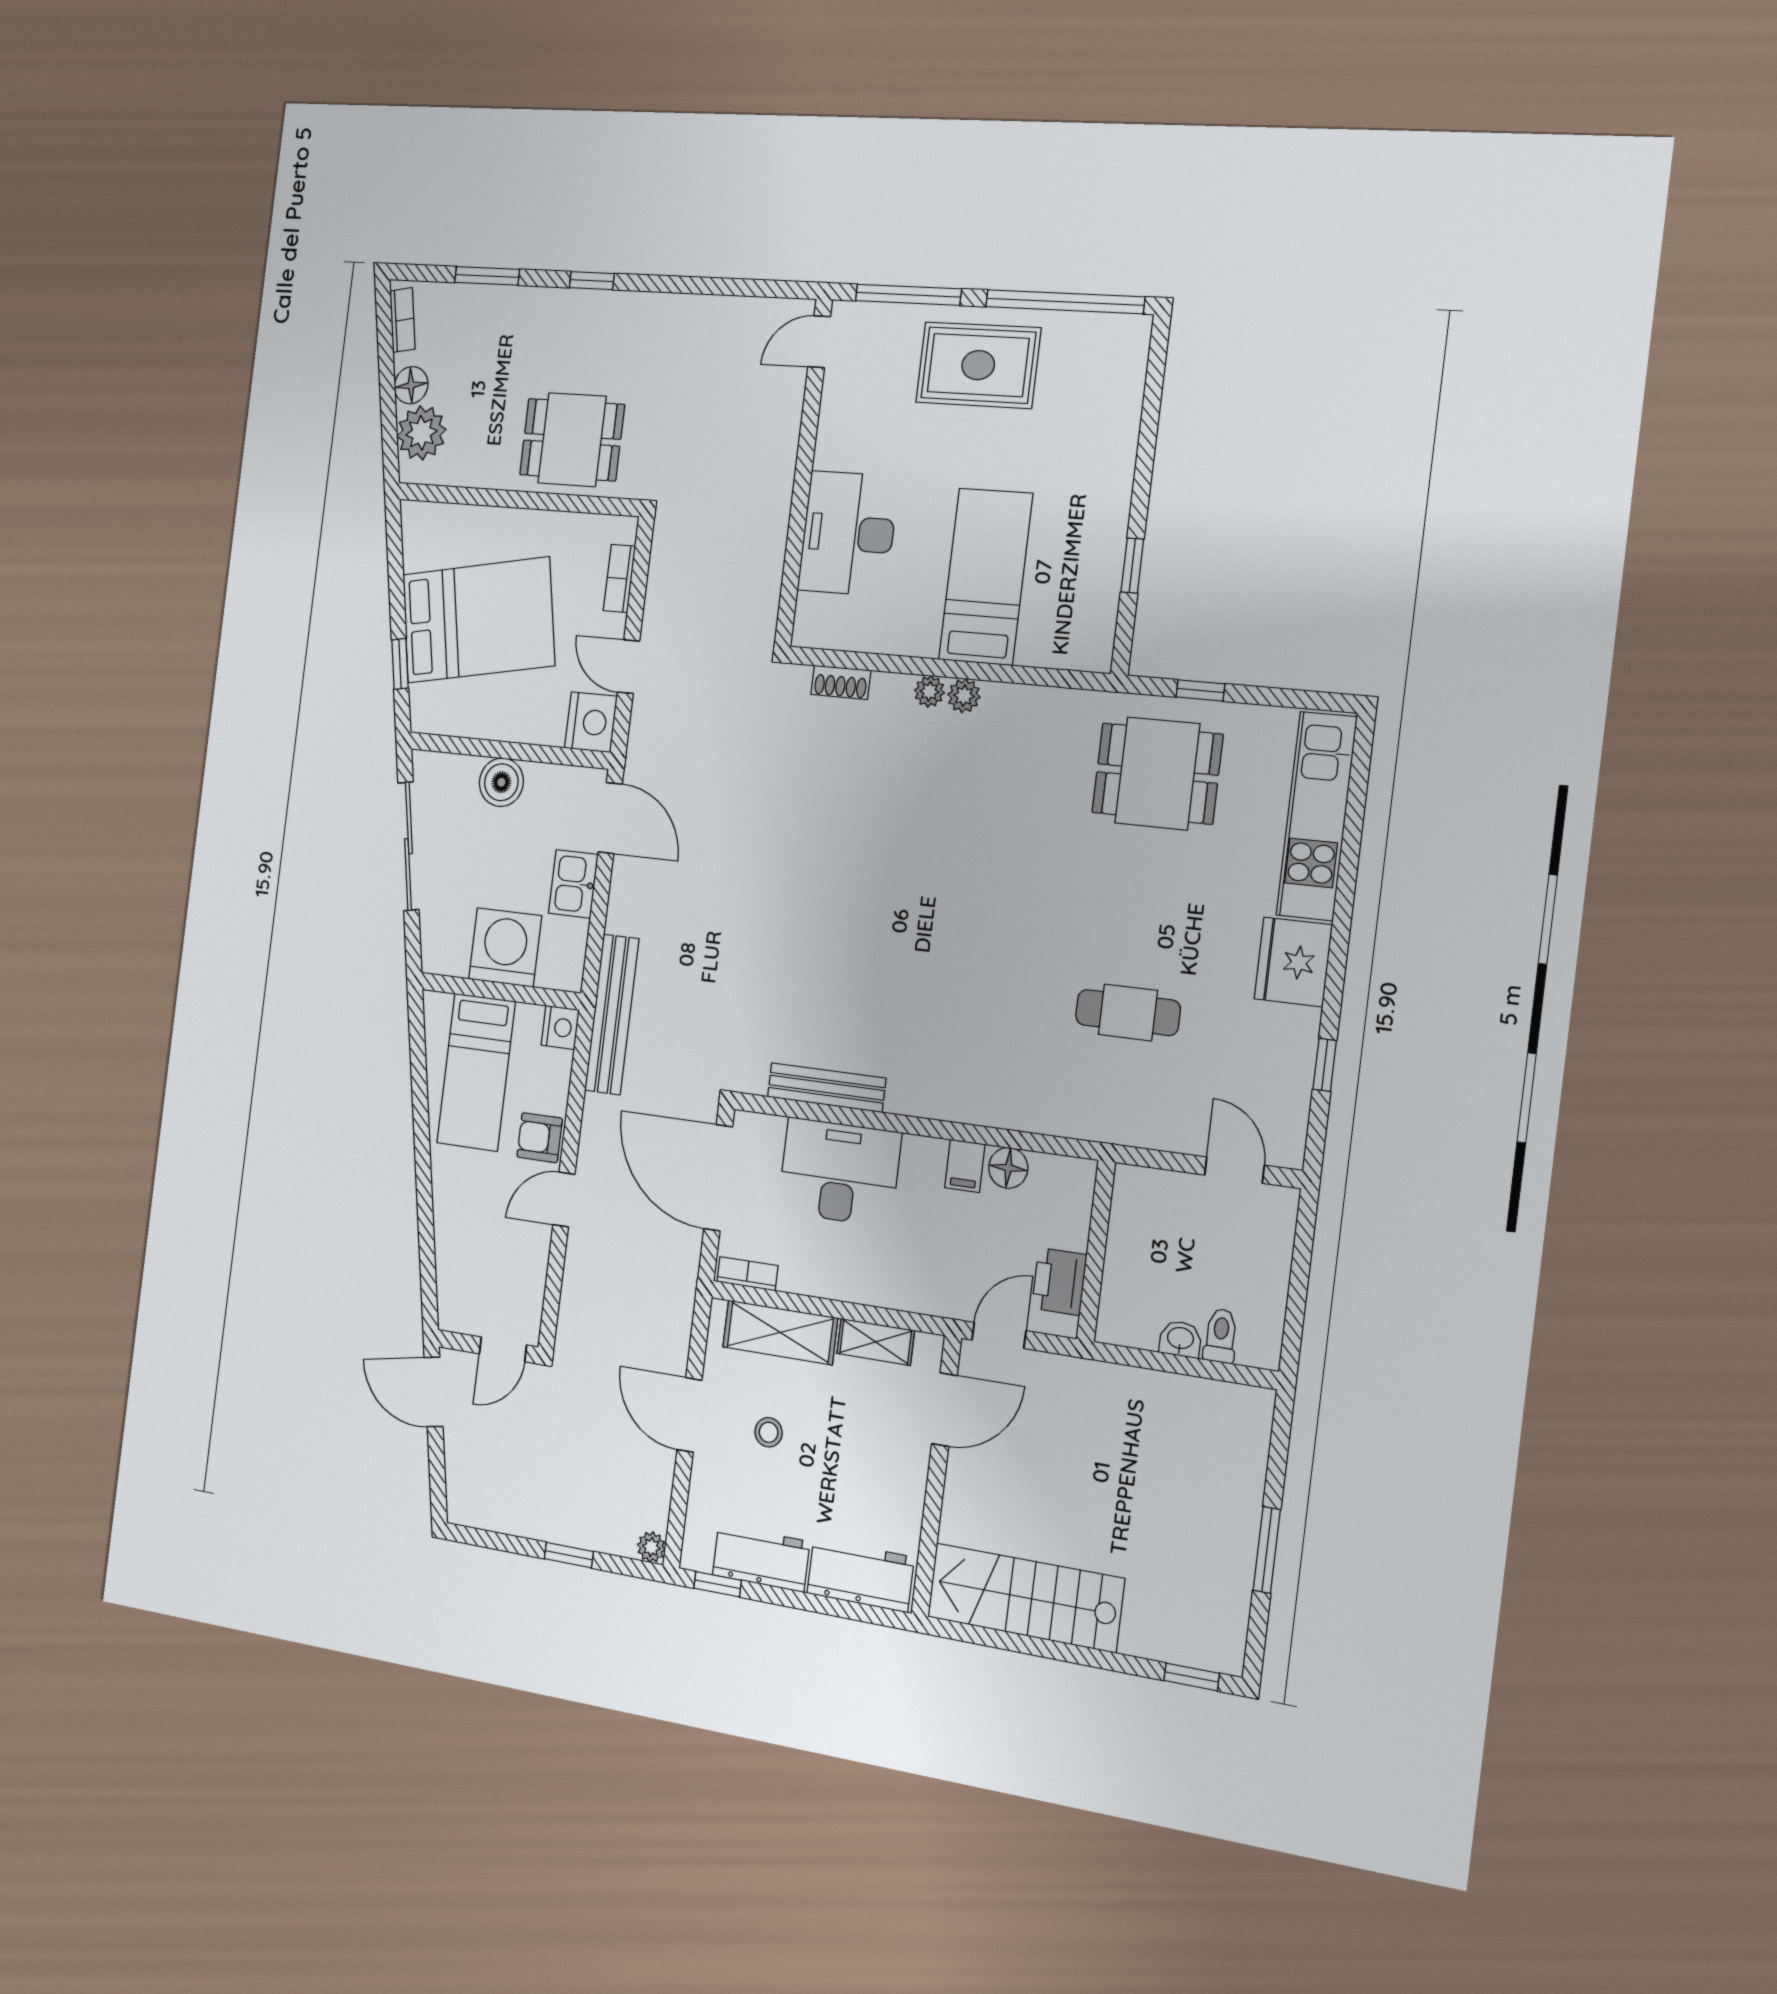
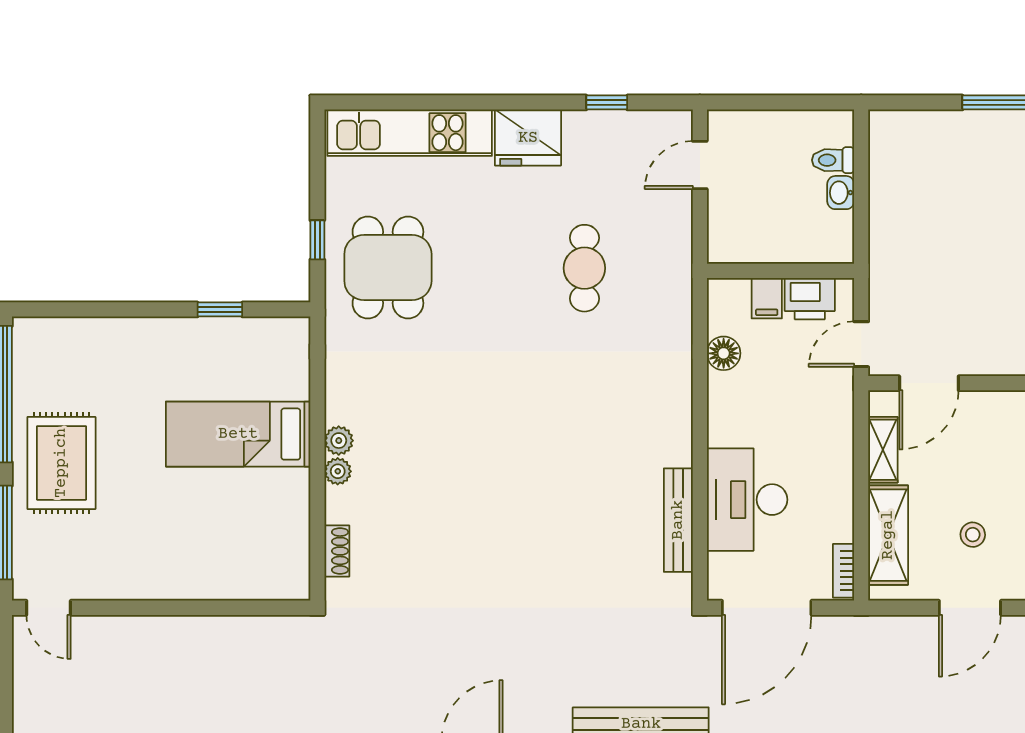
desk: (848, 533) -> (210, 561), removed
filing cabinet: (965, 1166) -> (767, 298), moved, turned 90
door: (999, 1335) -> (861, 344), hinge flipped
door: (944, 1410) -> (929, 383), swing flipped

